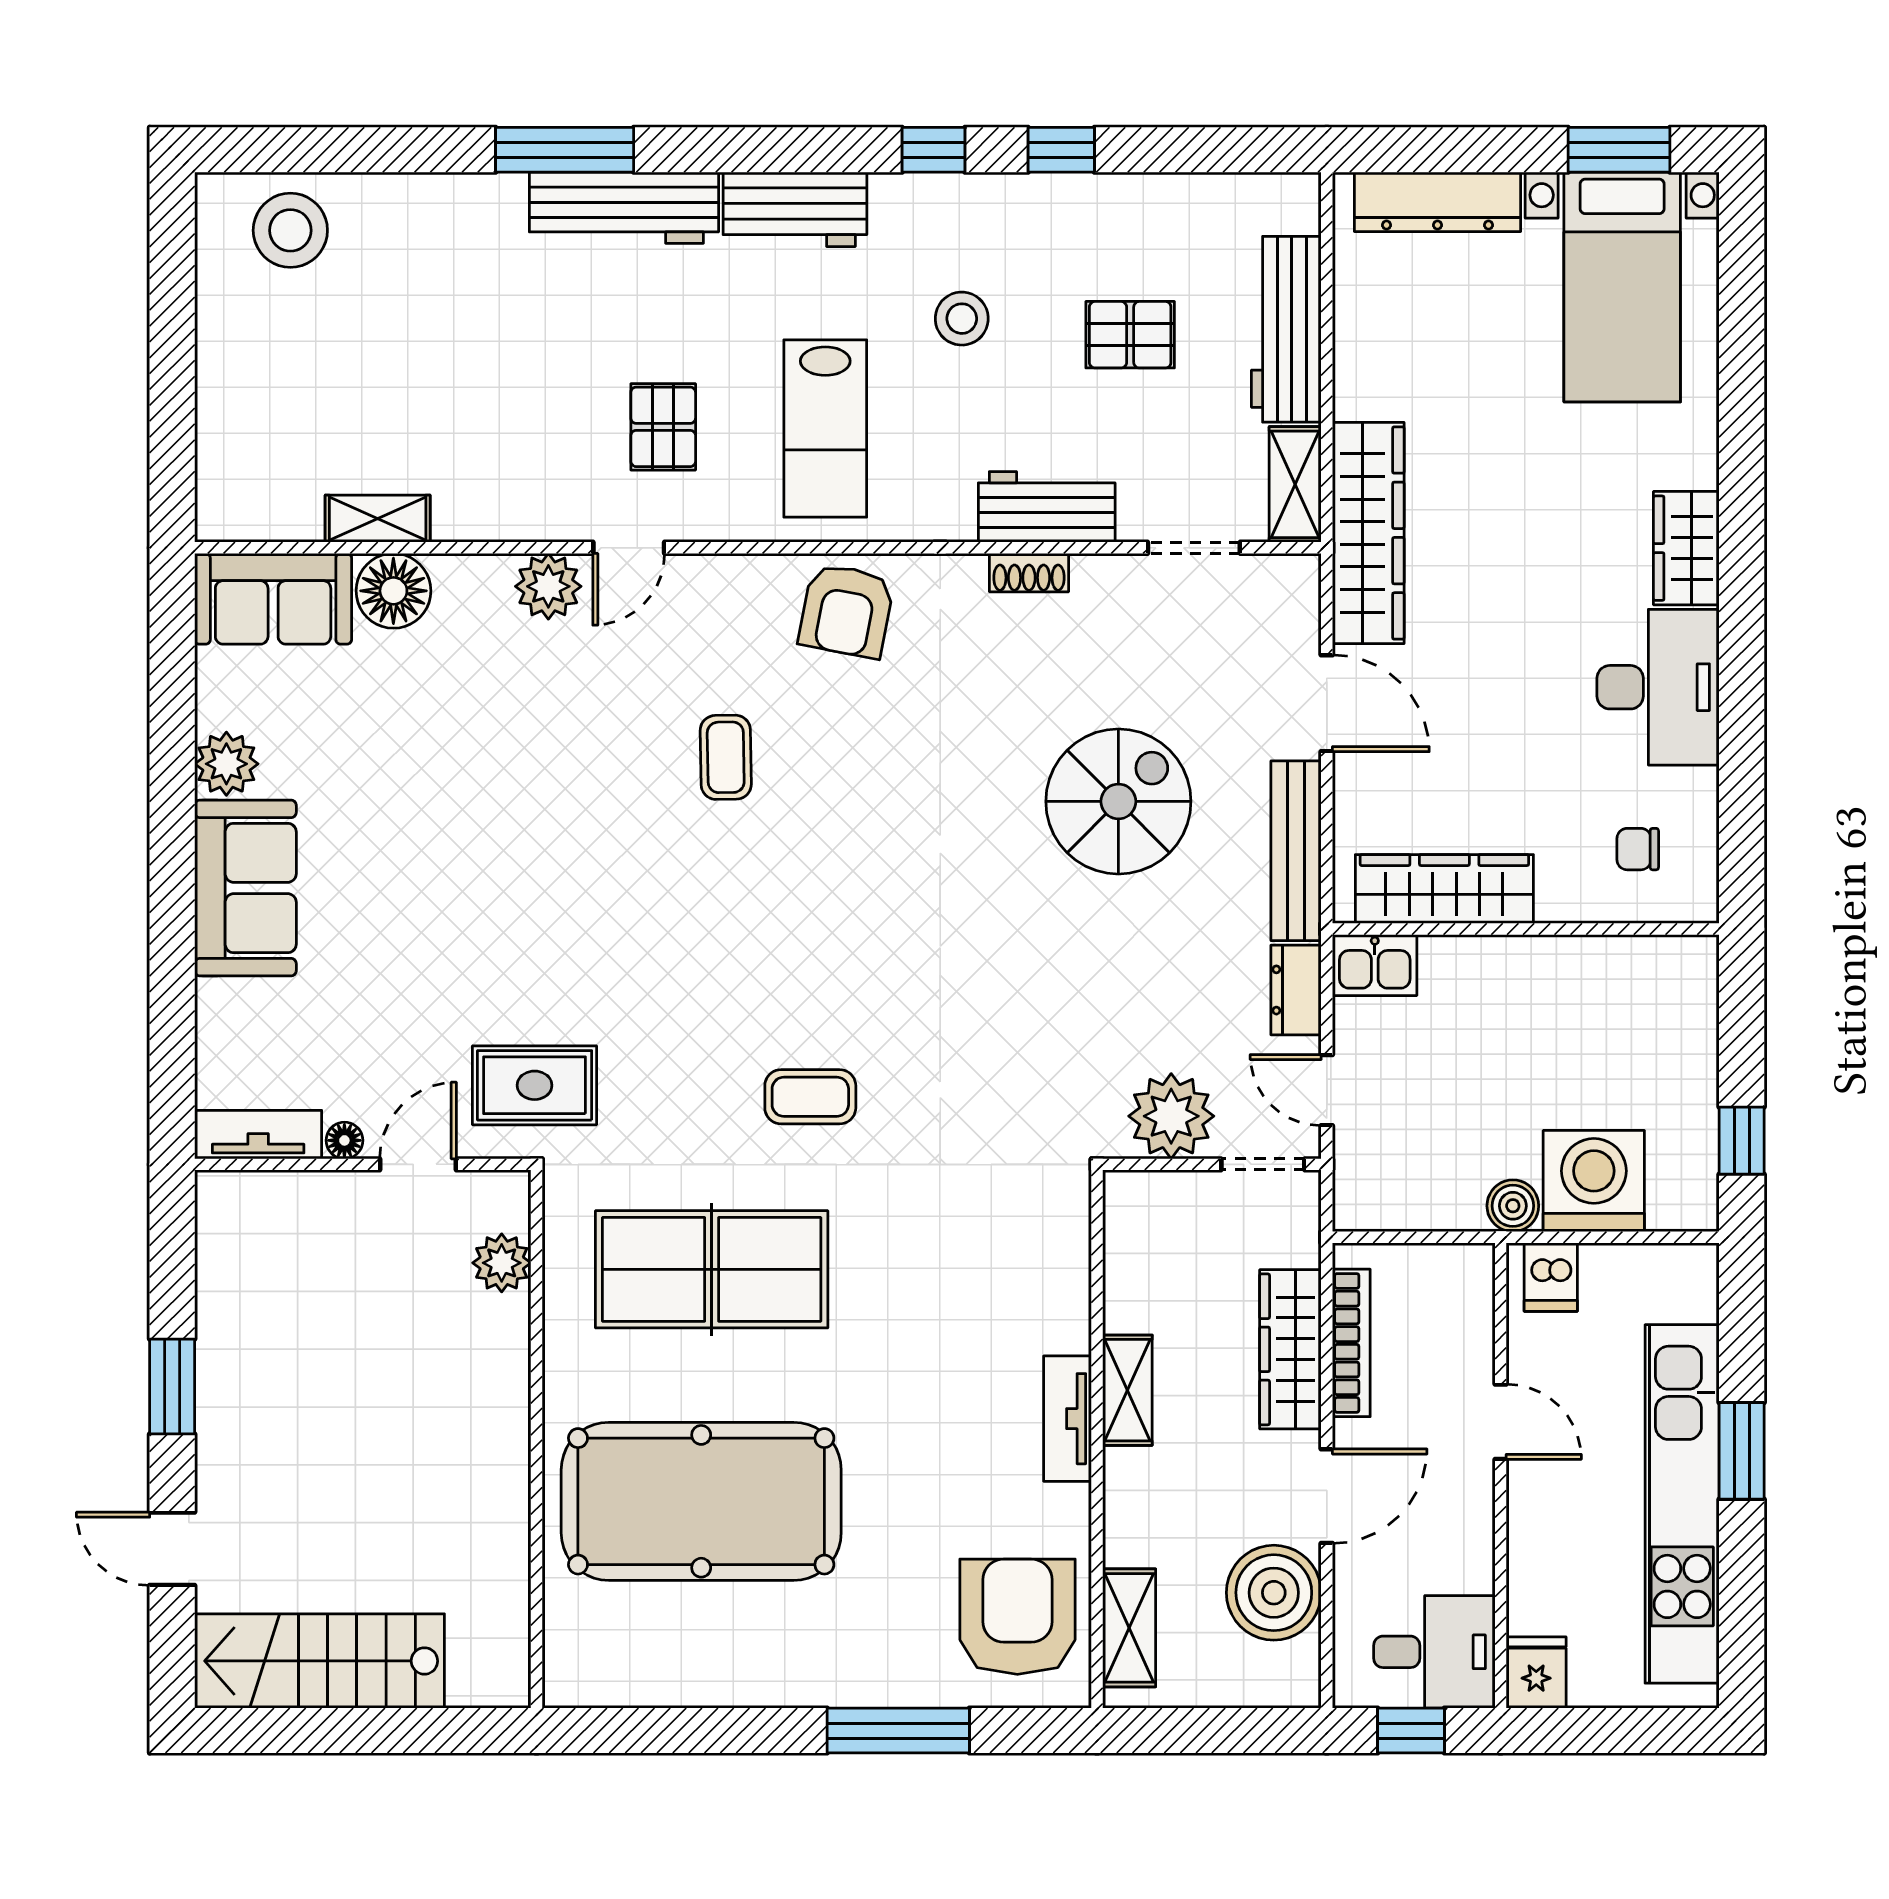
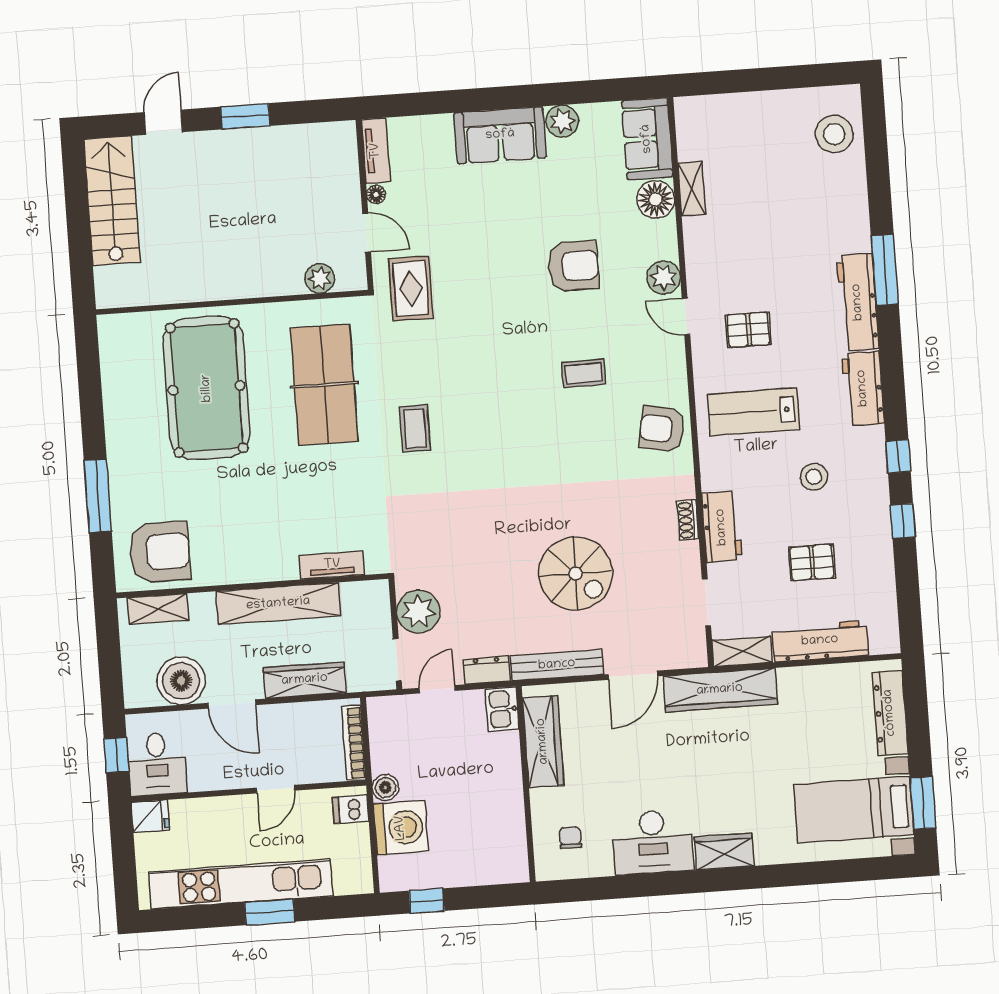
pallet: (1130, 335) -> (812, 563), turned 90
armchair: (513, 762) -> (573, 266), added
bookcase: (1351, 1343) -> (354, 743), moved, turned 90
shelving: (1127, 1390) -> (278, 604), width x2.20, depth x1.33
tv unit: (1067, 1419) -> (332, 565), moved

